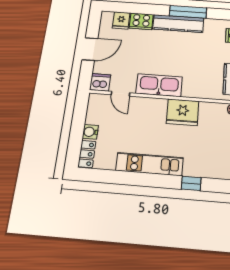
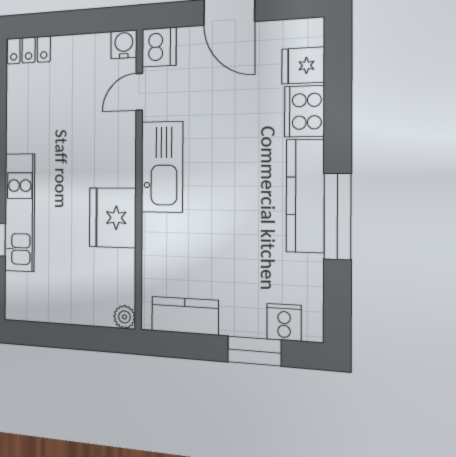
water cooler: (90, 132) -> (124, 44), moved
kitchen unit: (149, 164) -> (20, 213), moved

